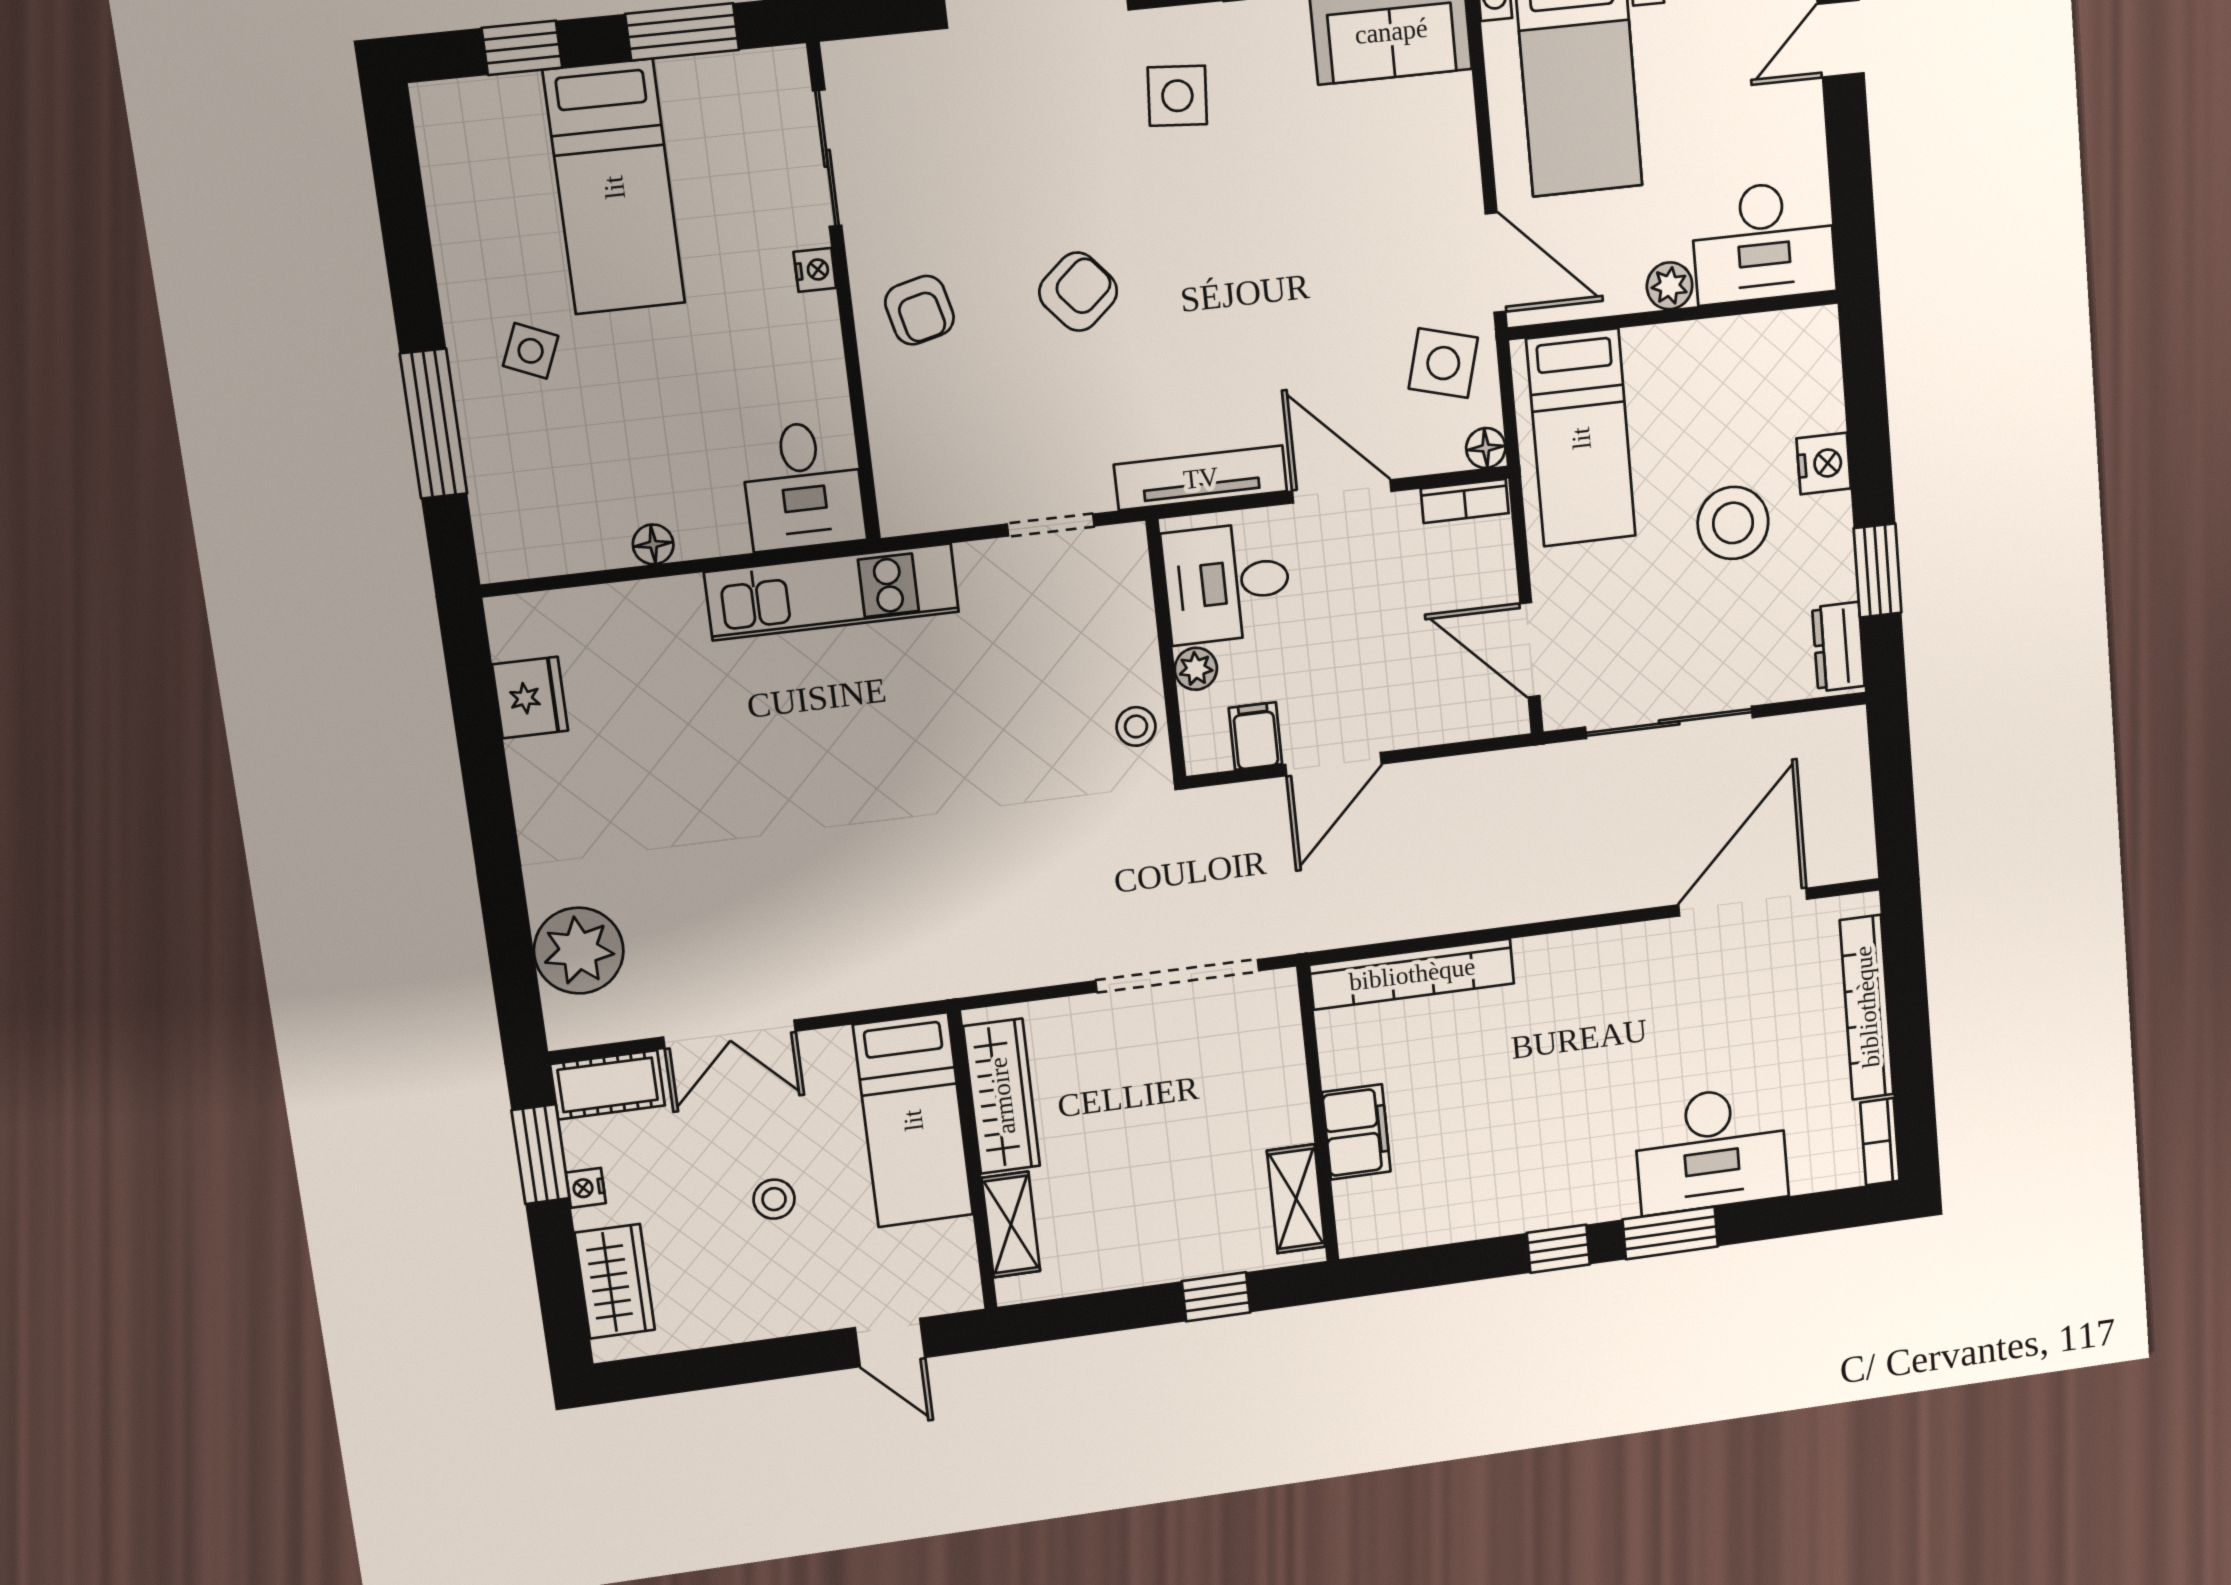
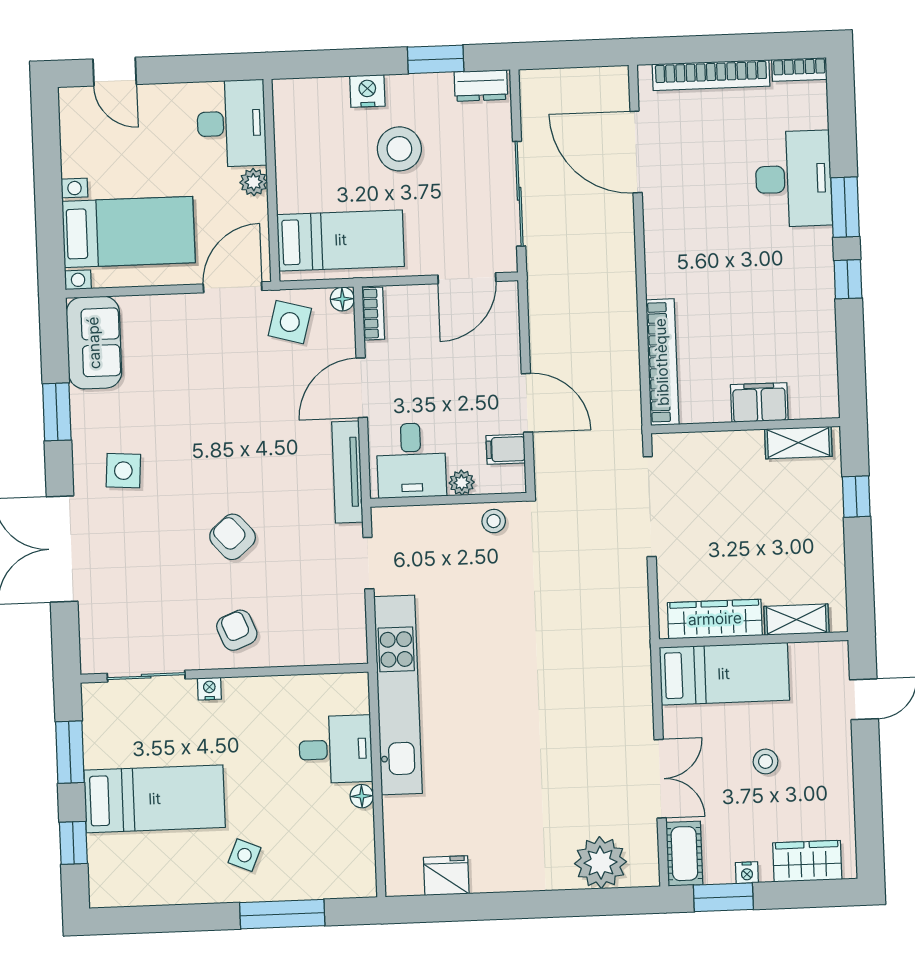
armchair: (919, 310) -> (237, 630), turned -98
desk: (803, 485) -> (336, 749), moved
kitchen unit: (832, 592) -> (398, 695), width x1.36

